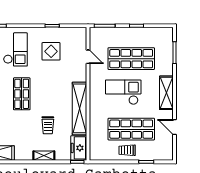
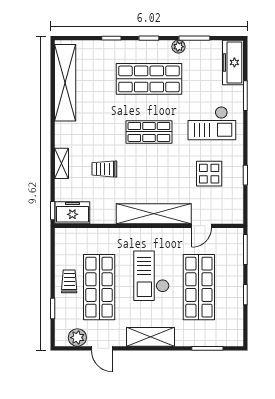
checkout: (123, 92) -> (151, 276), turned 180
shelving: (79, 108) -> (154, 214), moved
door: (174, 127) -> (102, 348), swing flipped
plant: (167, 144) -> (77, 338), added

